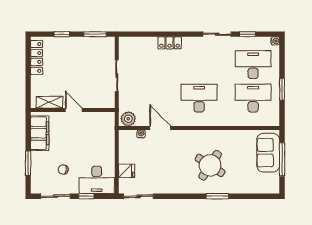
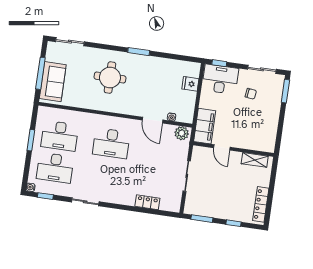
window: (247, 34) -> (45, 196), moved
locker: (170, 43) -> (147, 202), moved
door: (74, 110) -> (222, 147), moved
filing cabinet: (40, 133) -> (205, 126), moved, turned 180
window: (28, 163) -> (285, 91), moved
round table: (210, 165) -> (110, 77), turned -33
window: (86, 196) -> (219, 63), moved
sliding door: (139, 196) -> (70, 42), moved
window: (217, 196) -> (139, 52), moved

